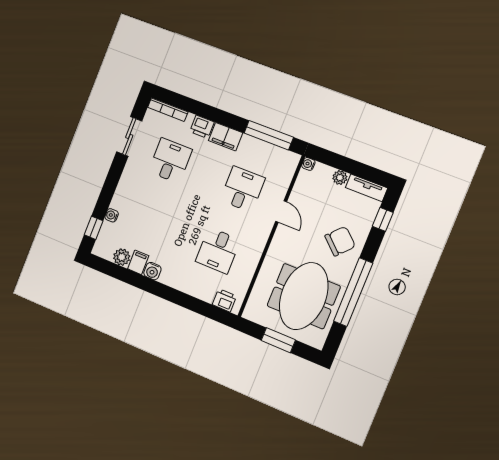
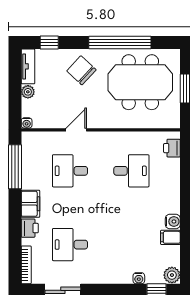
plant: (122, 257) -> (172, 275), moved

